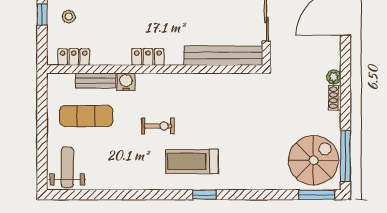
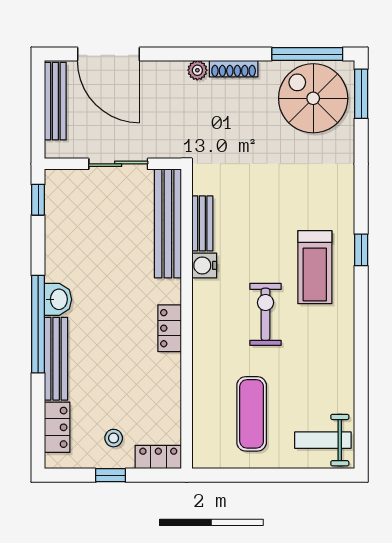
locker: (74, 57) -> (158, 457), moved, turned 90
bench: (96, 80) -> (202, 223), moved
water cooler: (126, 82) -> (204, 265), moved
shoe rack: (335, 98) -> (234, 69), width x1.43
exercise bike: (158, 126) -> (265, 314), width x1.38, depth x1.39

